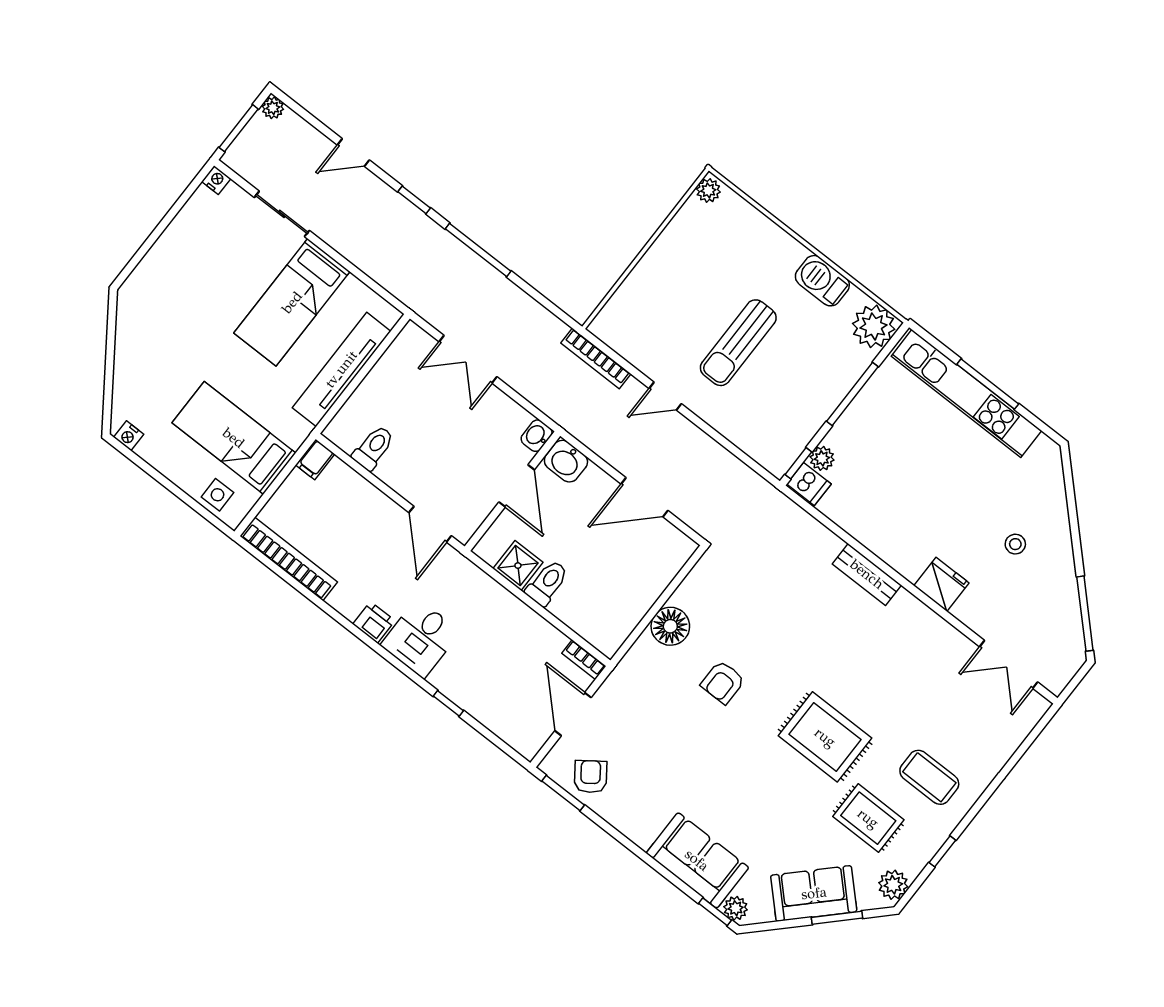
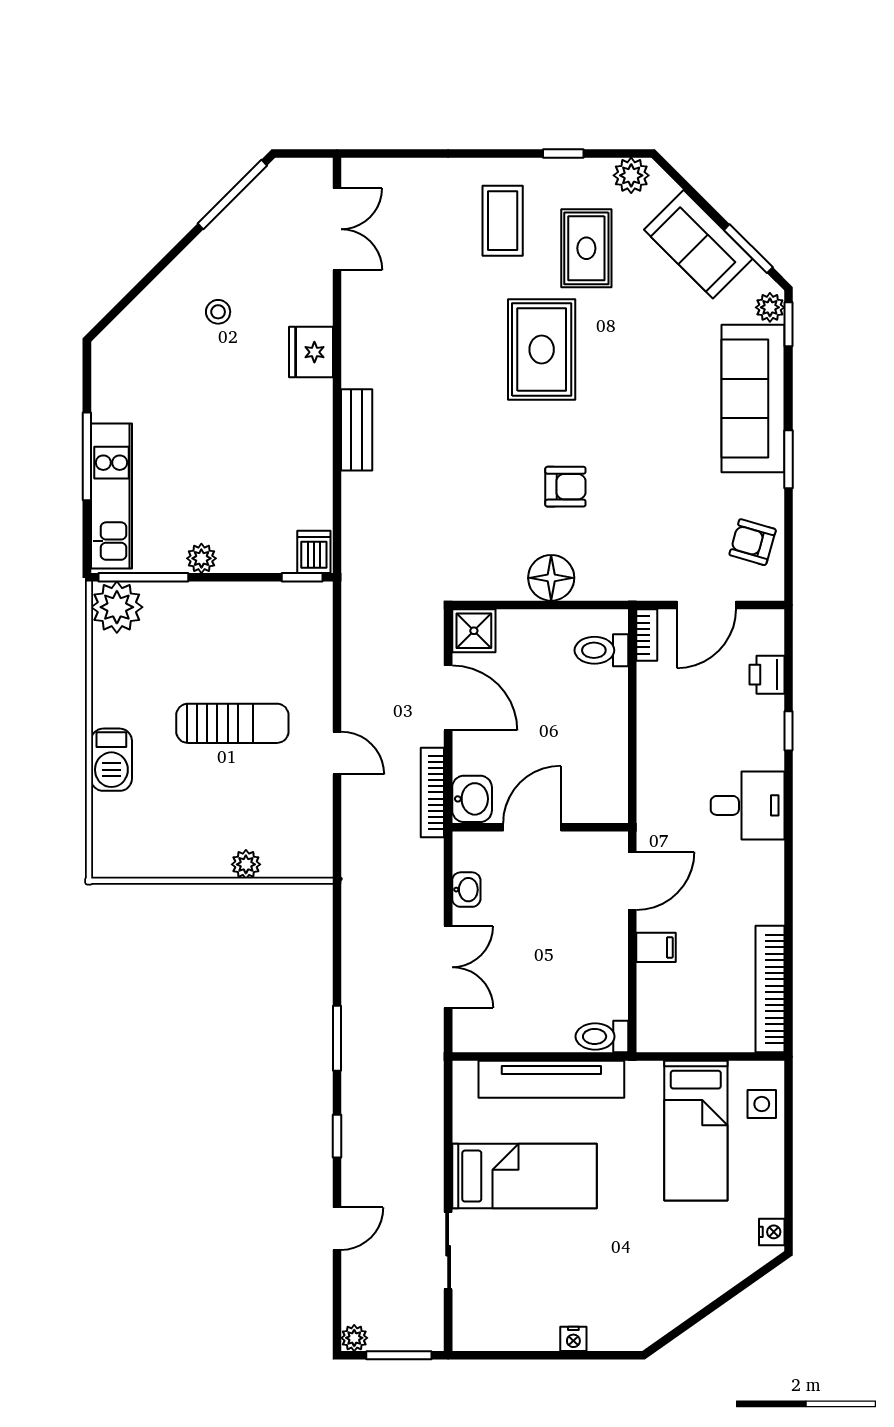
door: (353, 152) -> (337, 1229), hinge flipped
nightstand: (216, 180) -> (573, 1339), moved, turned -90
plant: (708, 190) -> (246, 864), moved
window: (478, 250) -> (337, 1038), width x0.69
barbecue: (822, 281) -> (111, 760), moved
bookcase: (596, 358) -> (432, 792), moved, turned 180
kitchen unit: (966, 393) -> (111, 496), width x0.73
window: (852, 394) -> (143, 577), moved
washbasin: (537, 436) -> (466, 890), moved, turned -90
toilet: (373, 448) -> (602, 1036), moved
plant: (822, 458) -> (201, 558), moved
filing cabinet: (315, 459) -> (656, 947), moved
shower: (518, 566) -> (474, 631), moved
toilet: (547, 583) -> (601, 650), moved
printer: (374, 622) -> (767, 675), moved
armchair: (591, 777) -> (753, 542), turned 52
window: (563, 793) -> (789, 459), moved
sofa: (697, 860) -> (753, 398), width x1.36
window: (837, 918) -> (748, 249), moved

